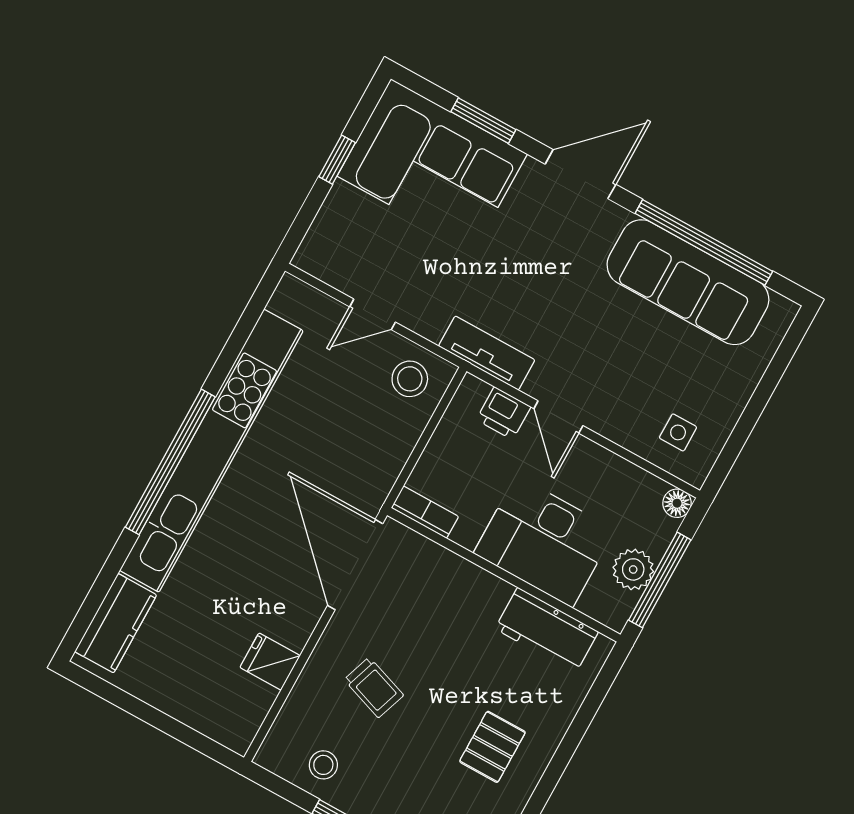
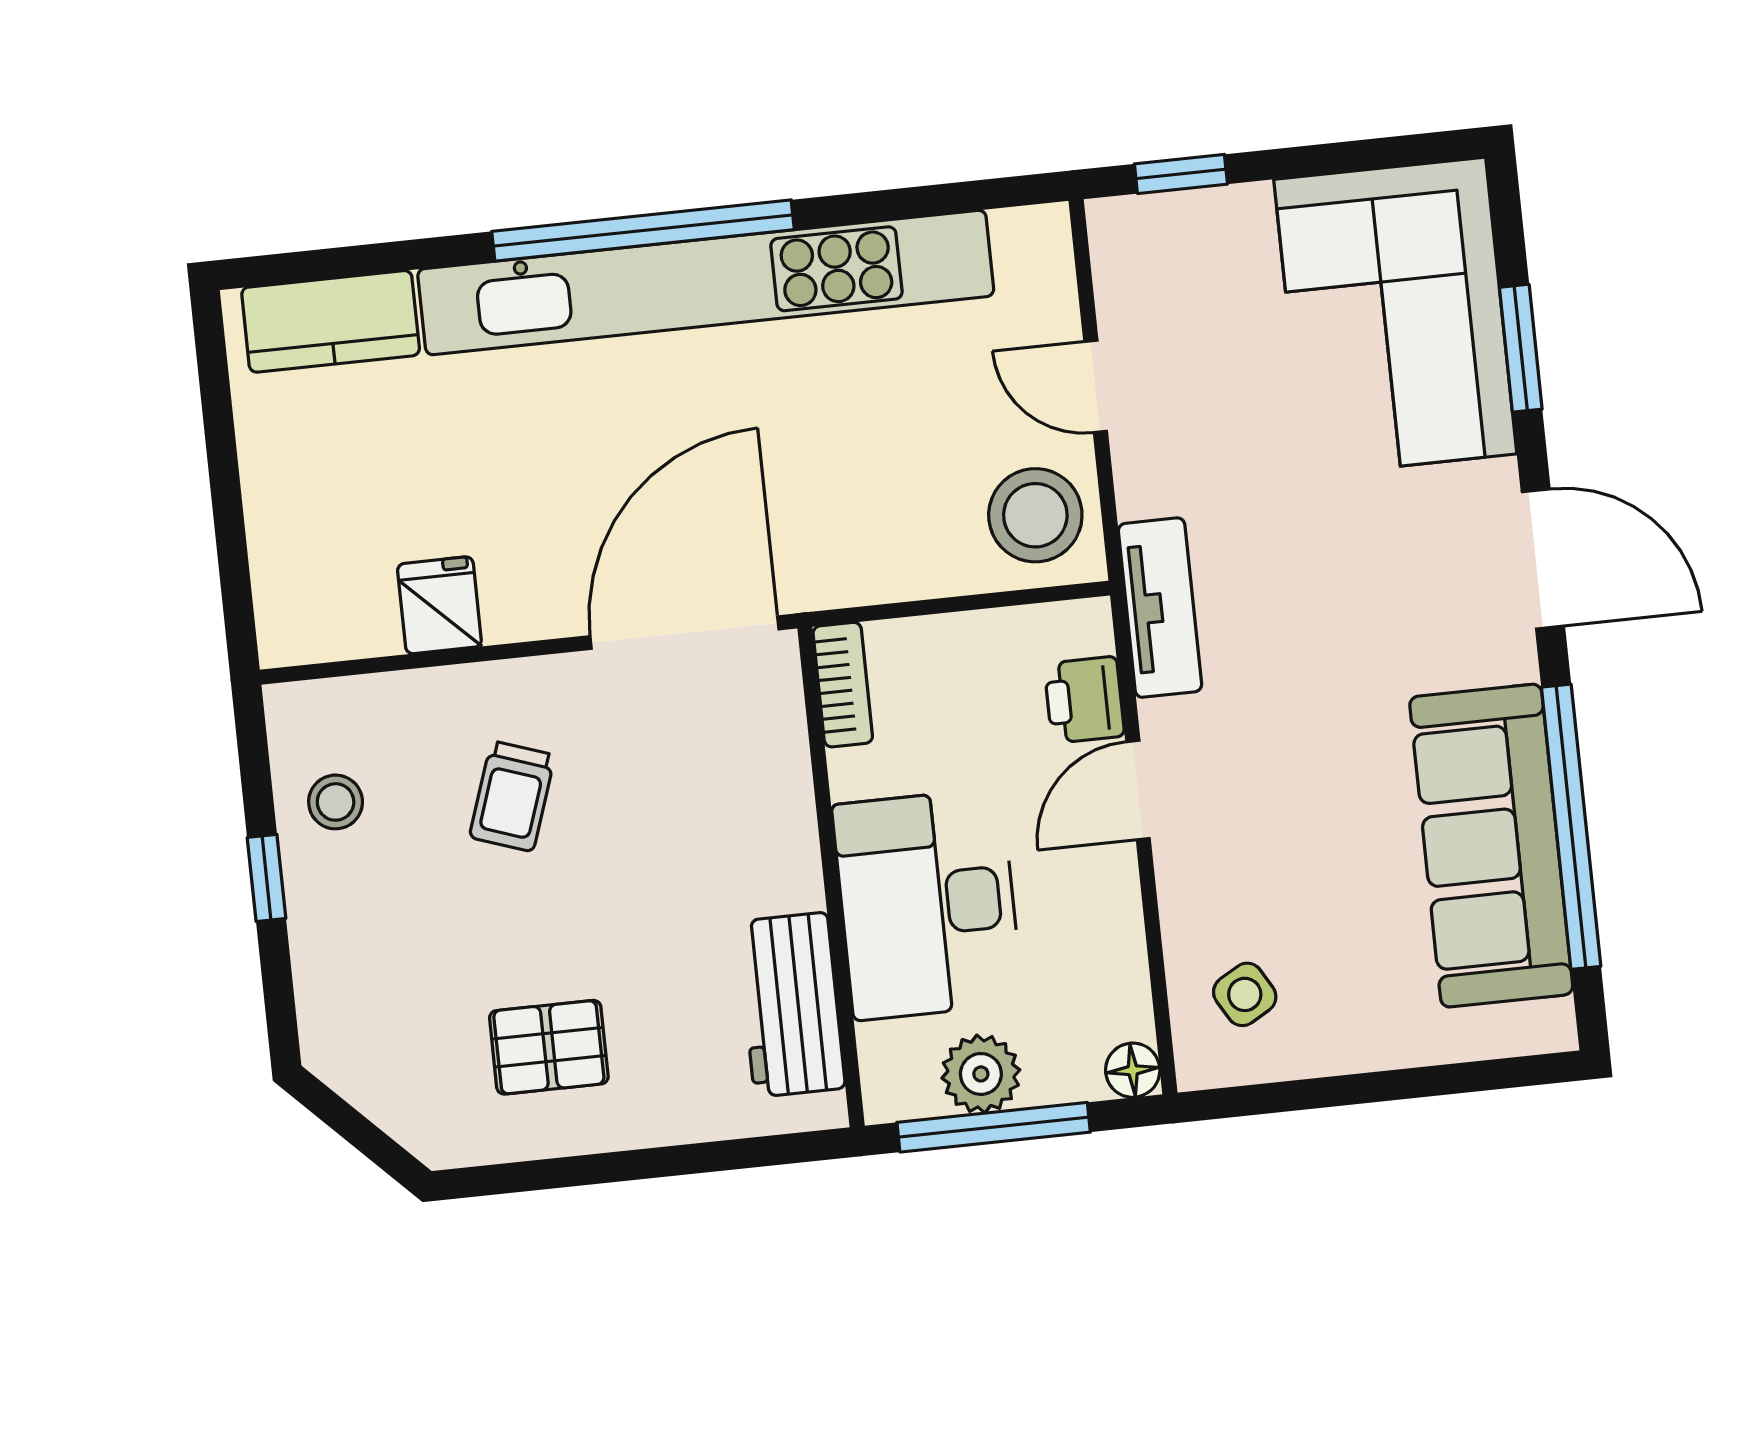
window: (337, 160) -> (1181, 174), moved
stool: (410, 379) -> (1035, 515), width x1.38, depth x1.38
side table: (678, 432) -> (1245, 994), turned -30

